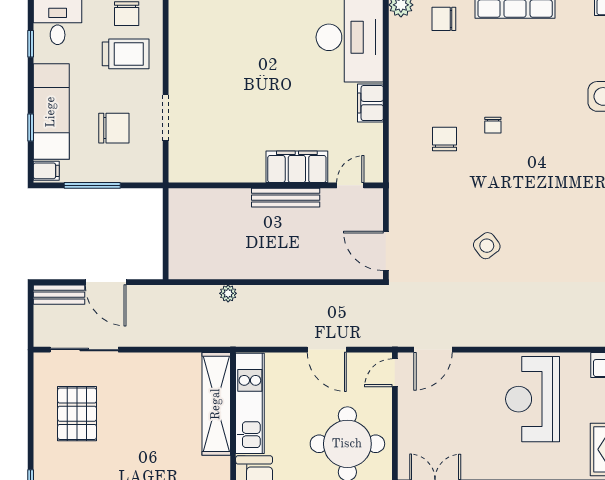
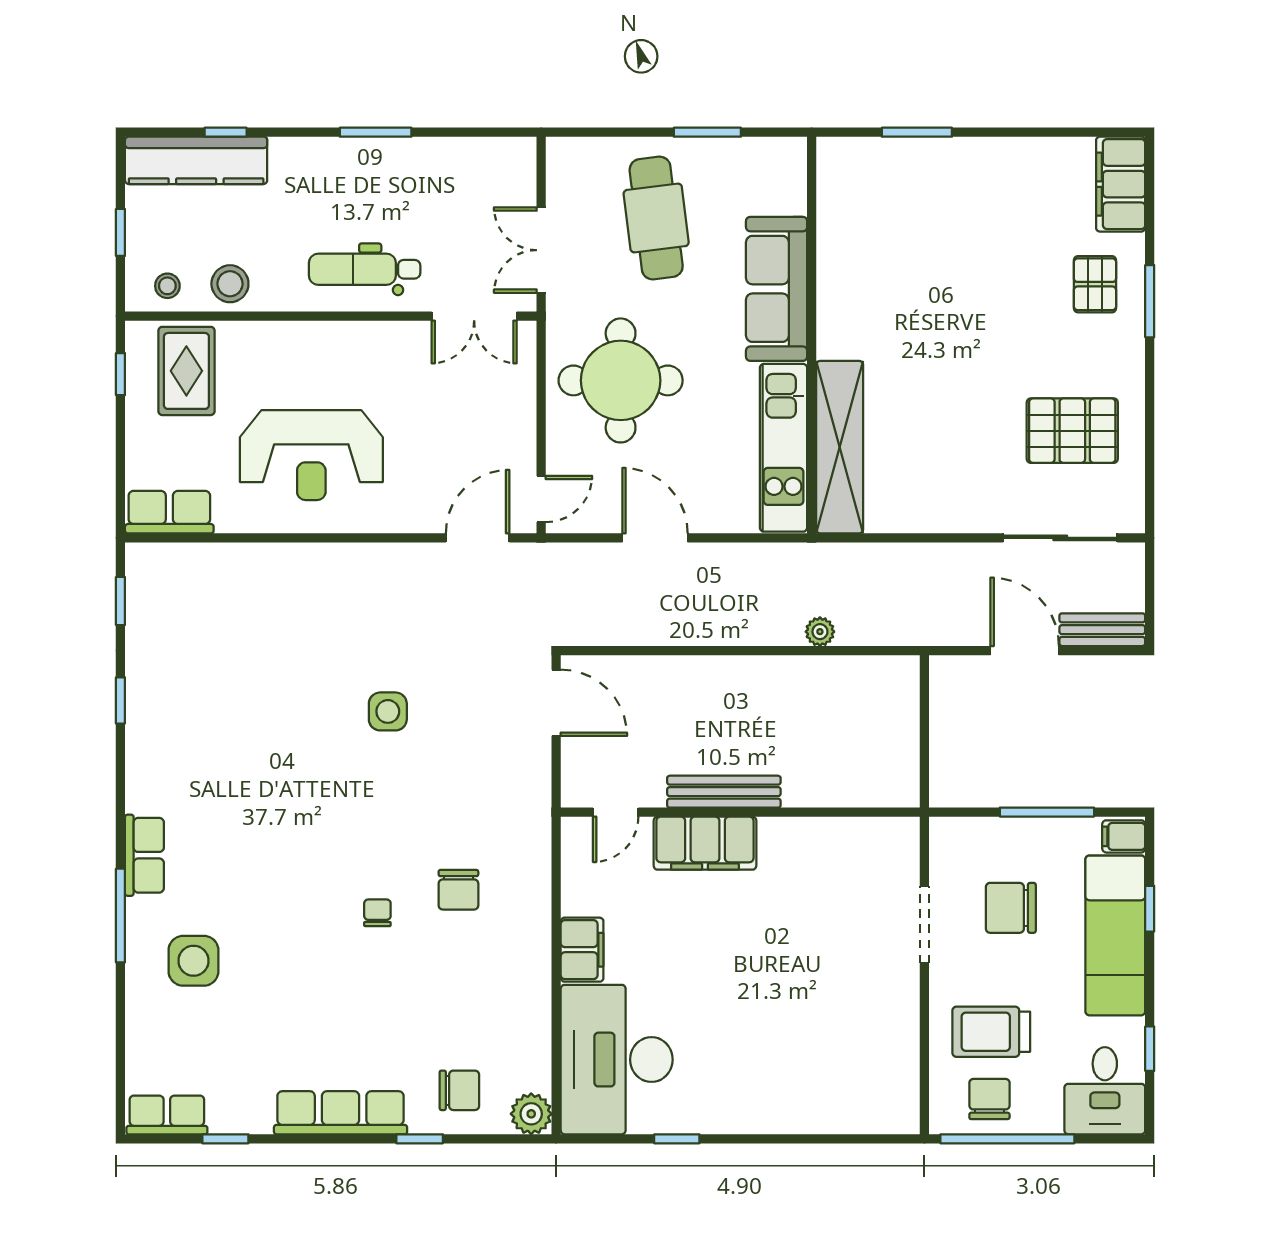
side table: (487, 246) -> (388, 711), turned 37
reception desk: (533, 399) -> (311, 455), turned 90
pallet: (77, 414) -> (1072, 431), turned 90

